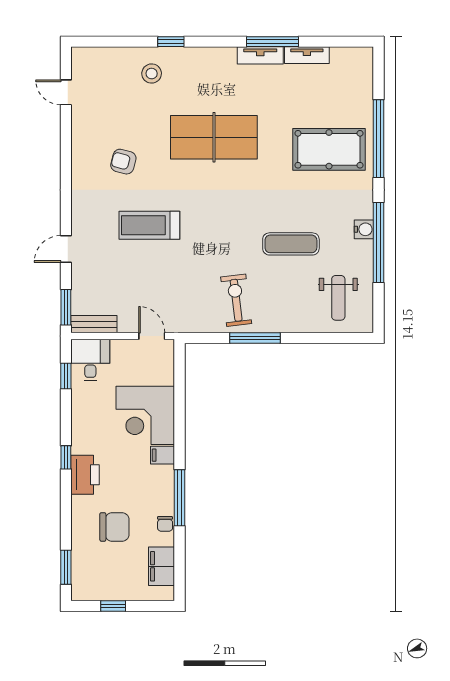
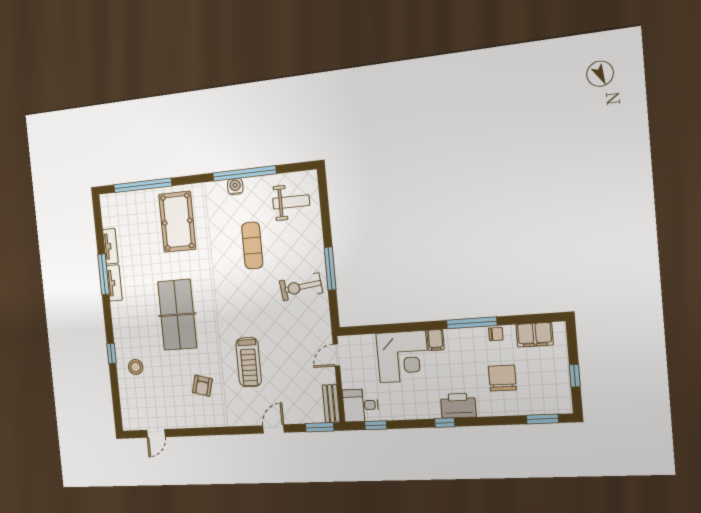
window: (379, 139) -> (143, 185), moved
door: (66, 249) -> (274, 429), swing flipped

